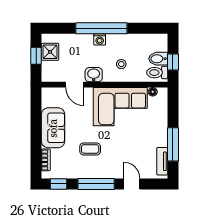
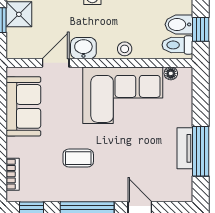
stool: (121, 64) -> (125, 49), moved
door: (75, 85) -> (56, 63), swing flipped
sofa: (53, 128) -> (23, 106), moved
tv unit: (162, 161) -> (185, 148), moved

